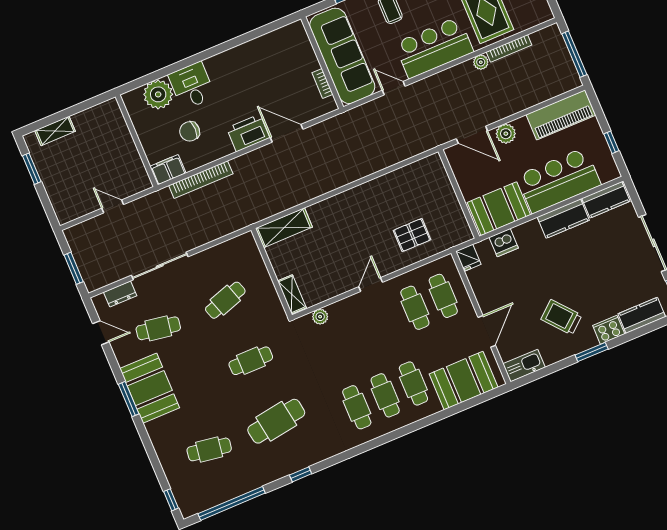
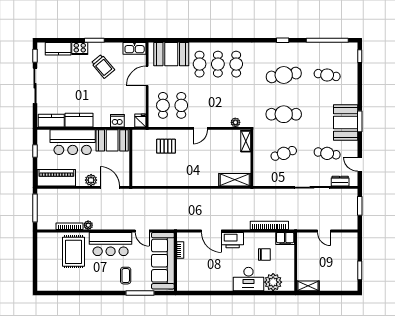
desk: (192, 86) -> (248, 279), width x1.37
shelving: (55, 131) -> (308, 286), moved
cafe table: (251, 361) -> (284, 114), width x1.37, depth x1.35

